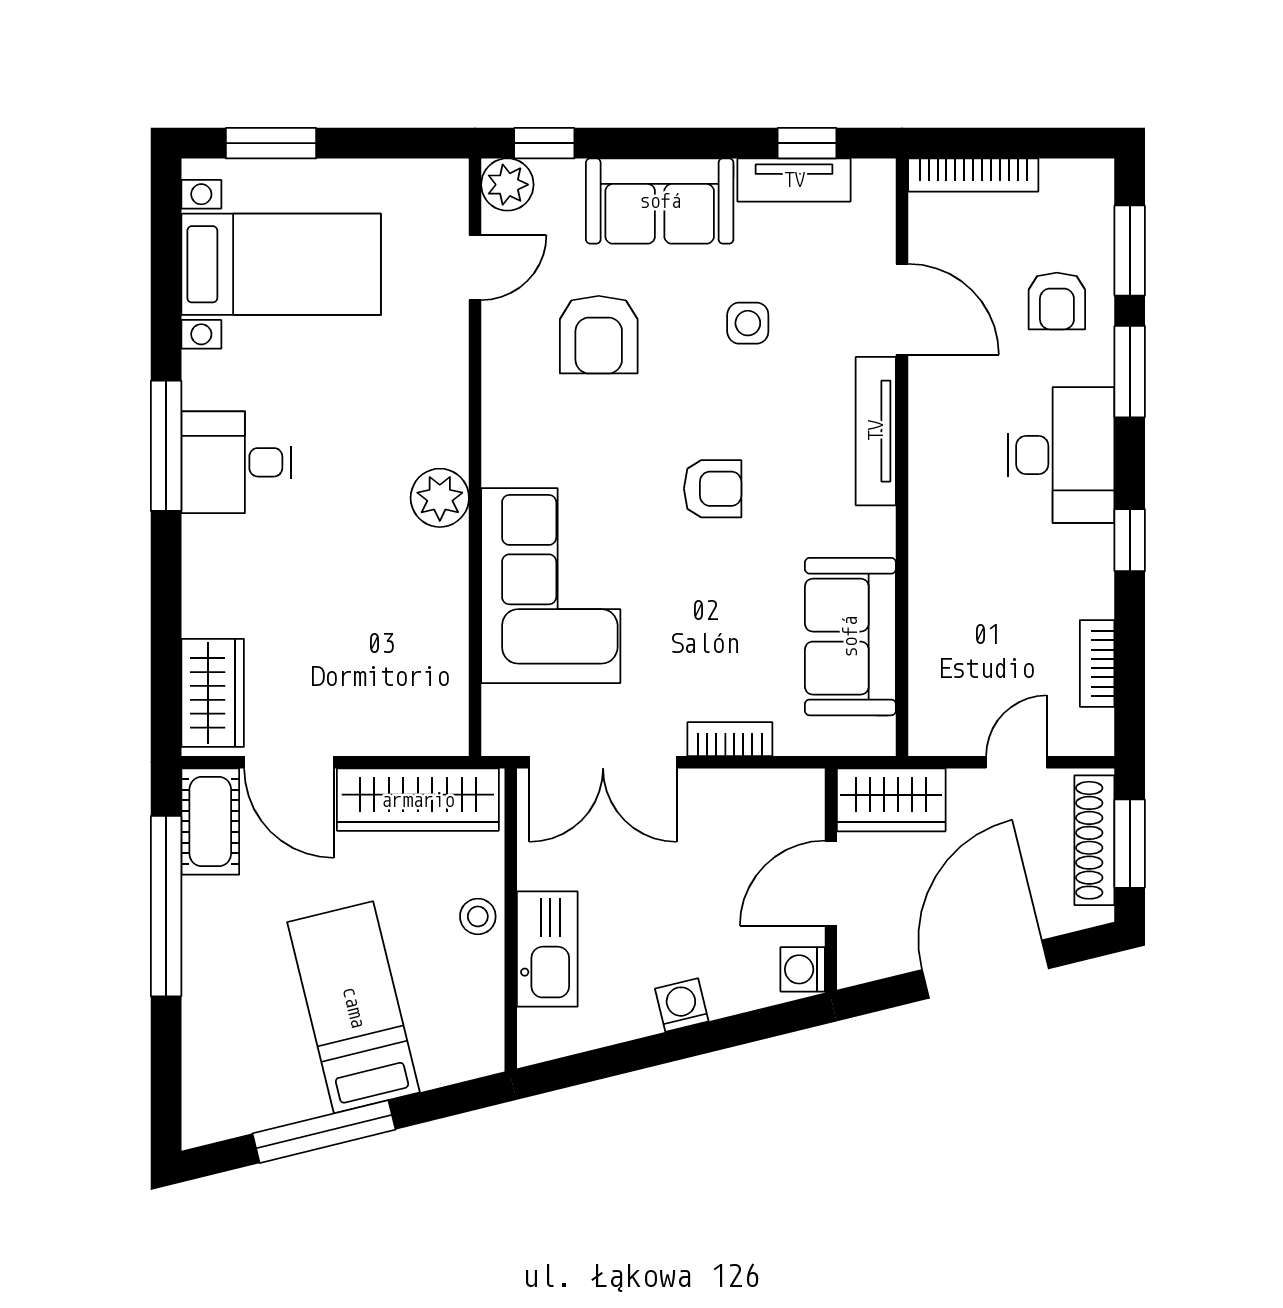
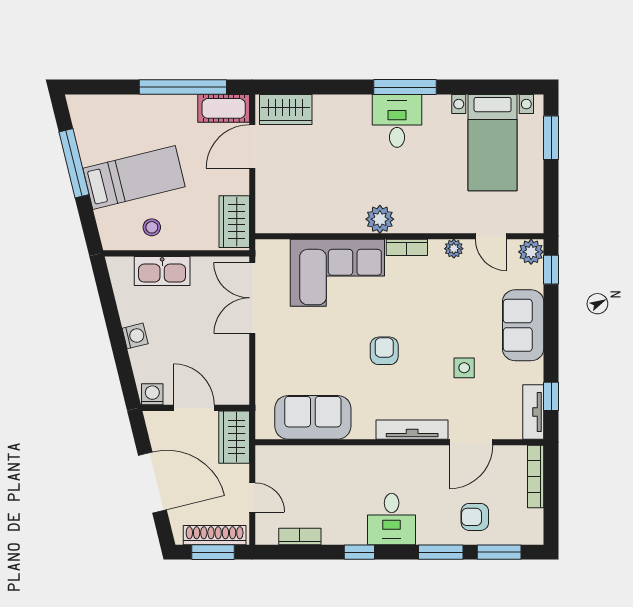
tv unit: (794, 180) -> (533, 412), moved
armchair: (599, 335) -> (459, 296), removed
plant: (501, 345) -> (454, 249), added
desk: (1061, 455) -> (392, 519), width x0.73
armchair: (713, 489) -> (384, 351), turned 180
bookcase: (730, 739) -> (407, 247), moved, turned 90
wardrobe: (418, 800) -> (234, 222), width x0.67
stool: (478, 916) -> (152, 227), moved

